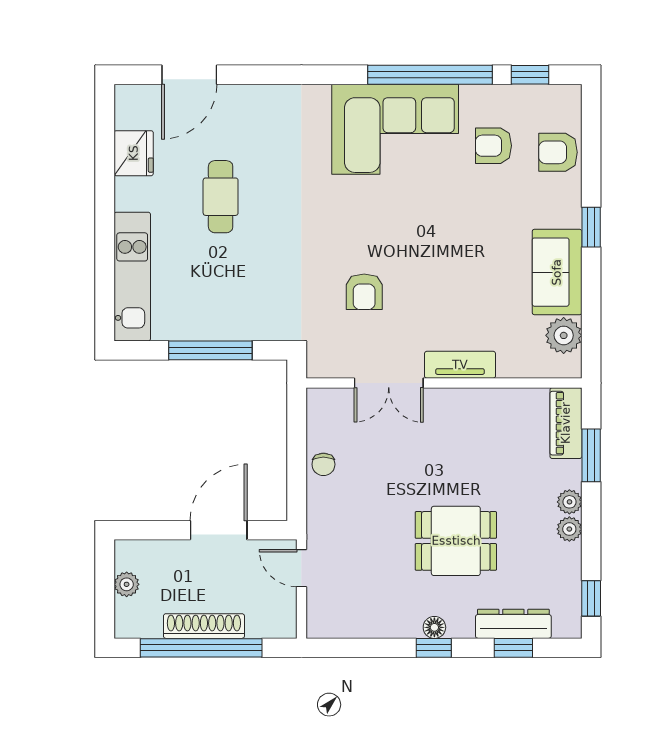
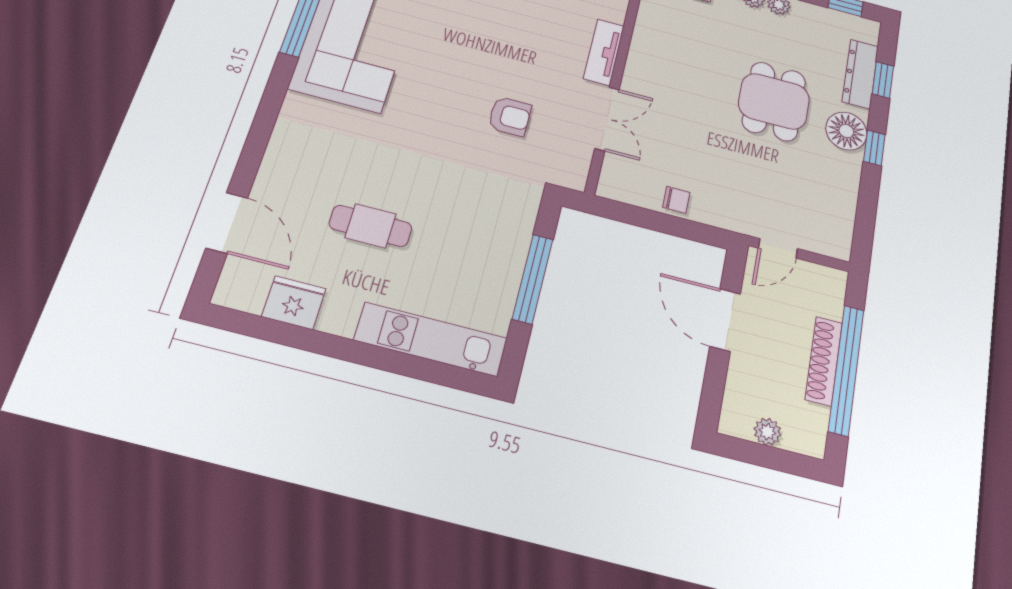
floor lamp: (434, 627) -> (846, 131), width x1.89, depth x1.89

